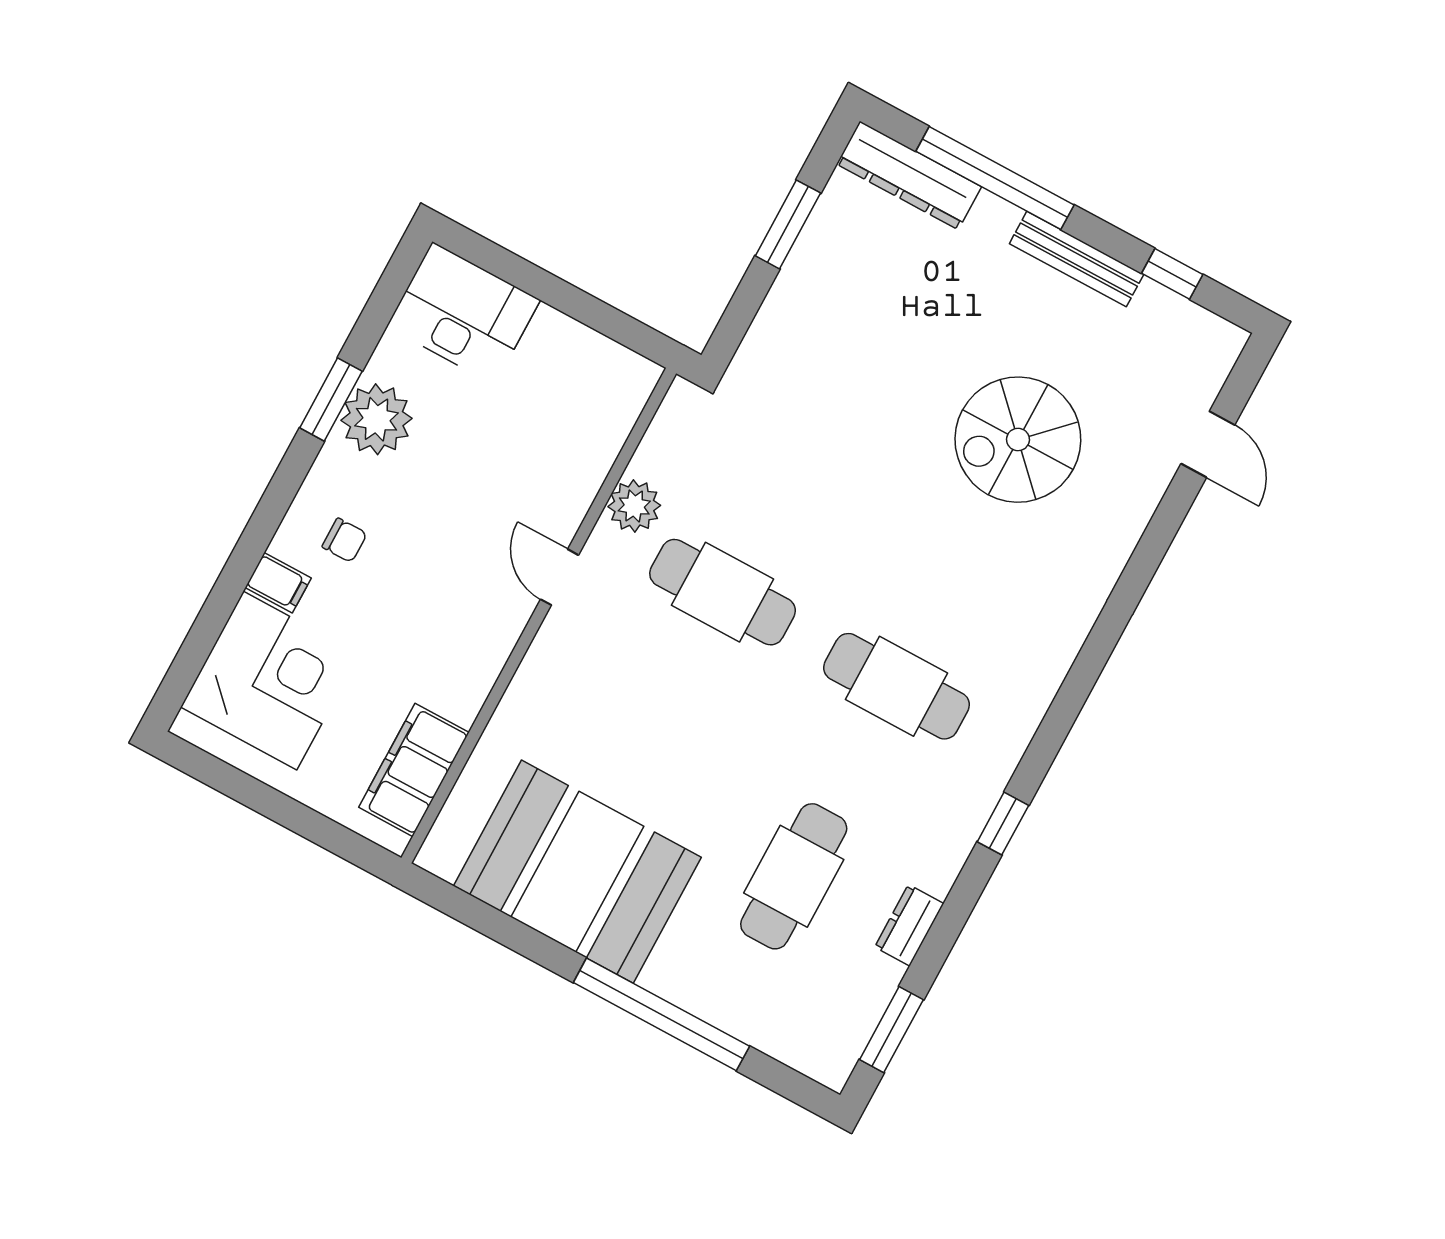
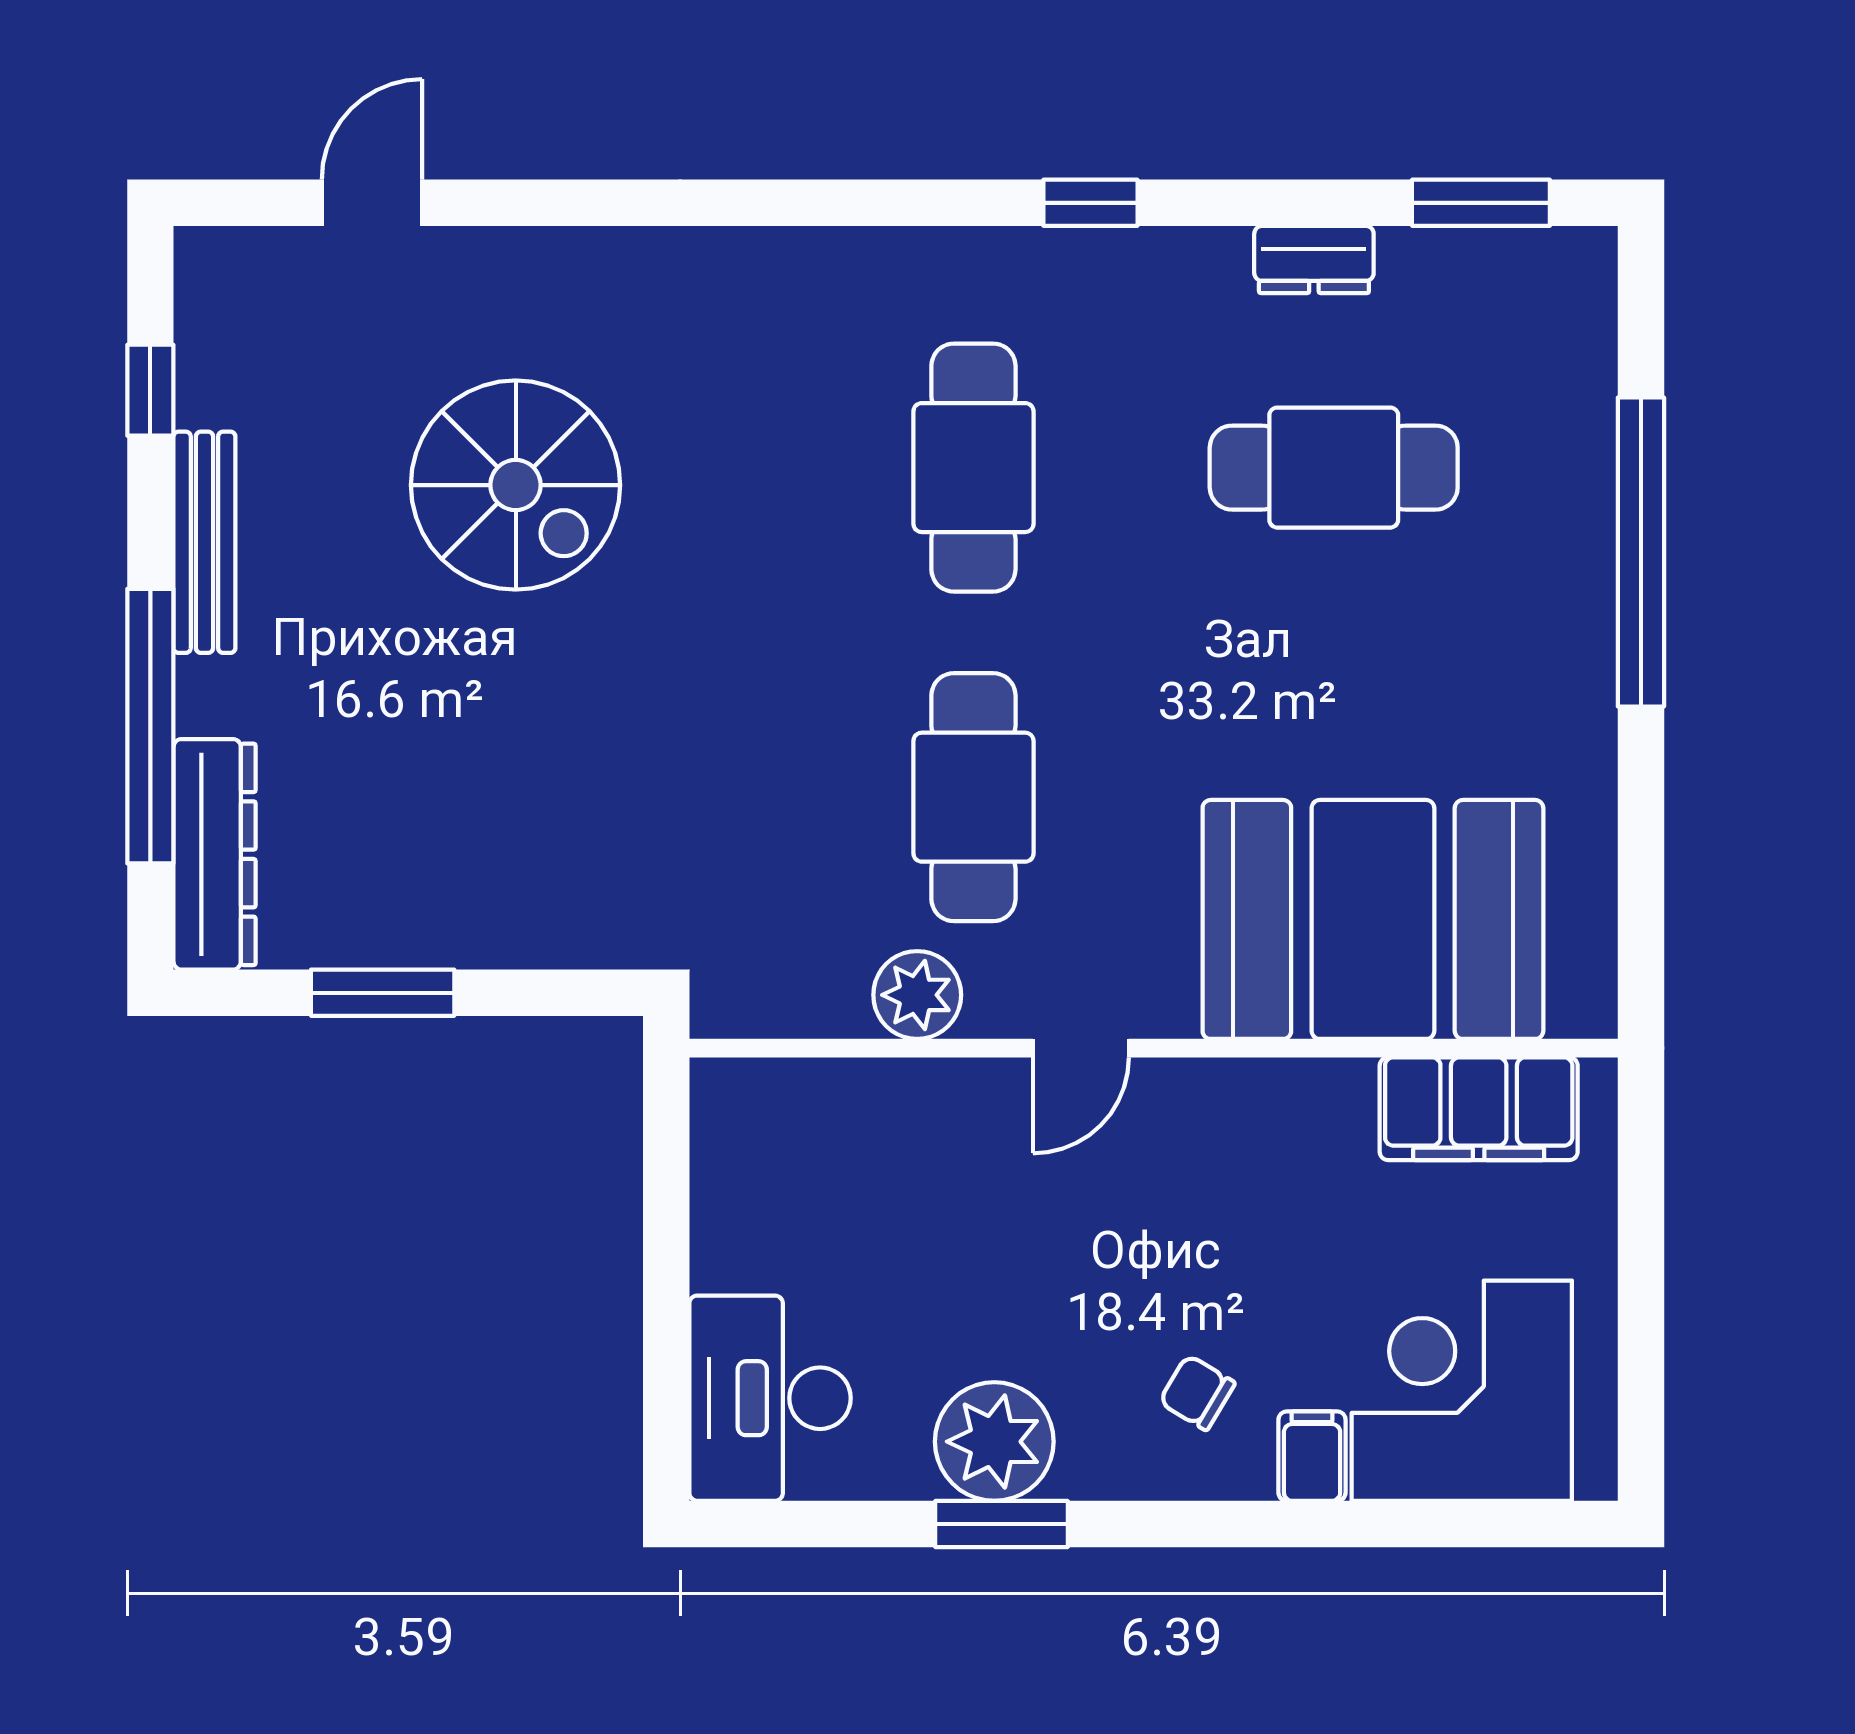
chair: (345, 540) -> (1197, 1393), turned -59
booth: (577, 872) -> (1373, 919), moved, turned 90

